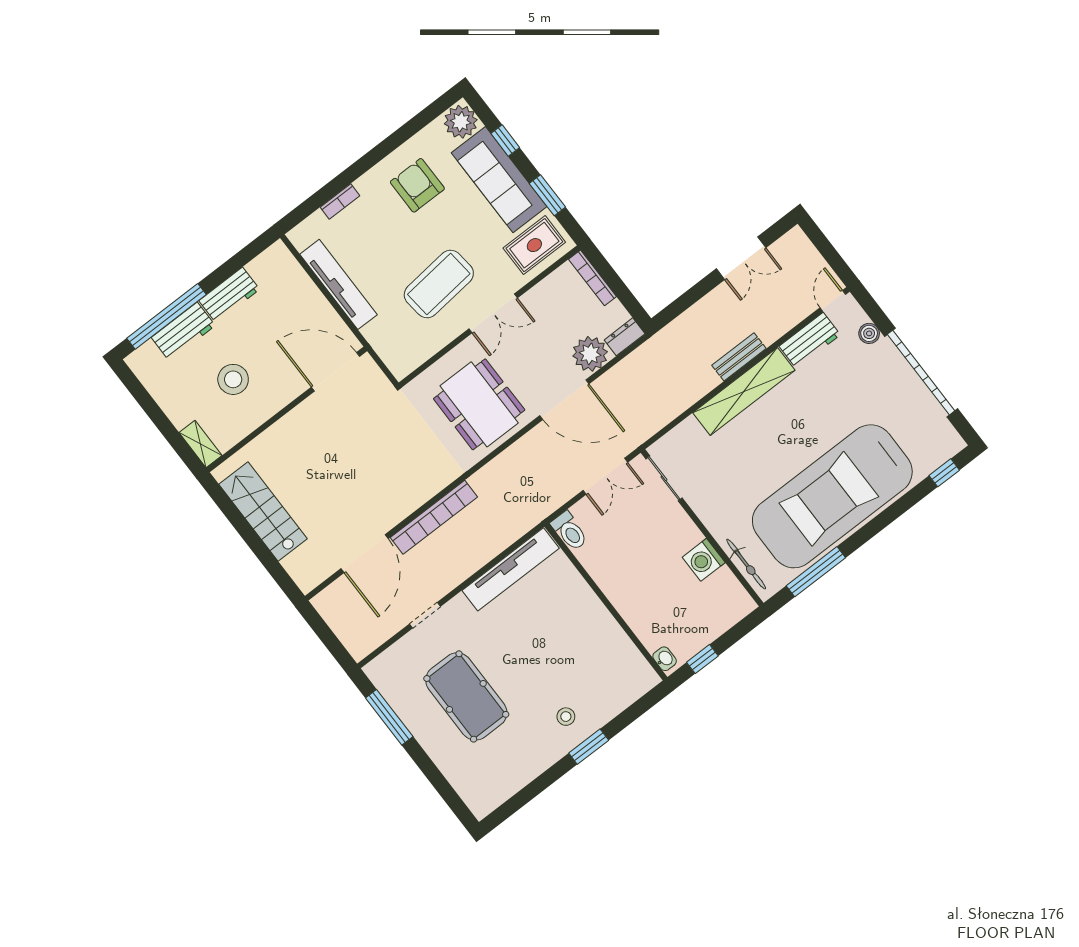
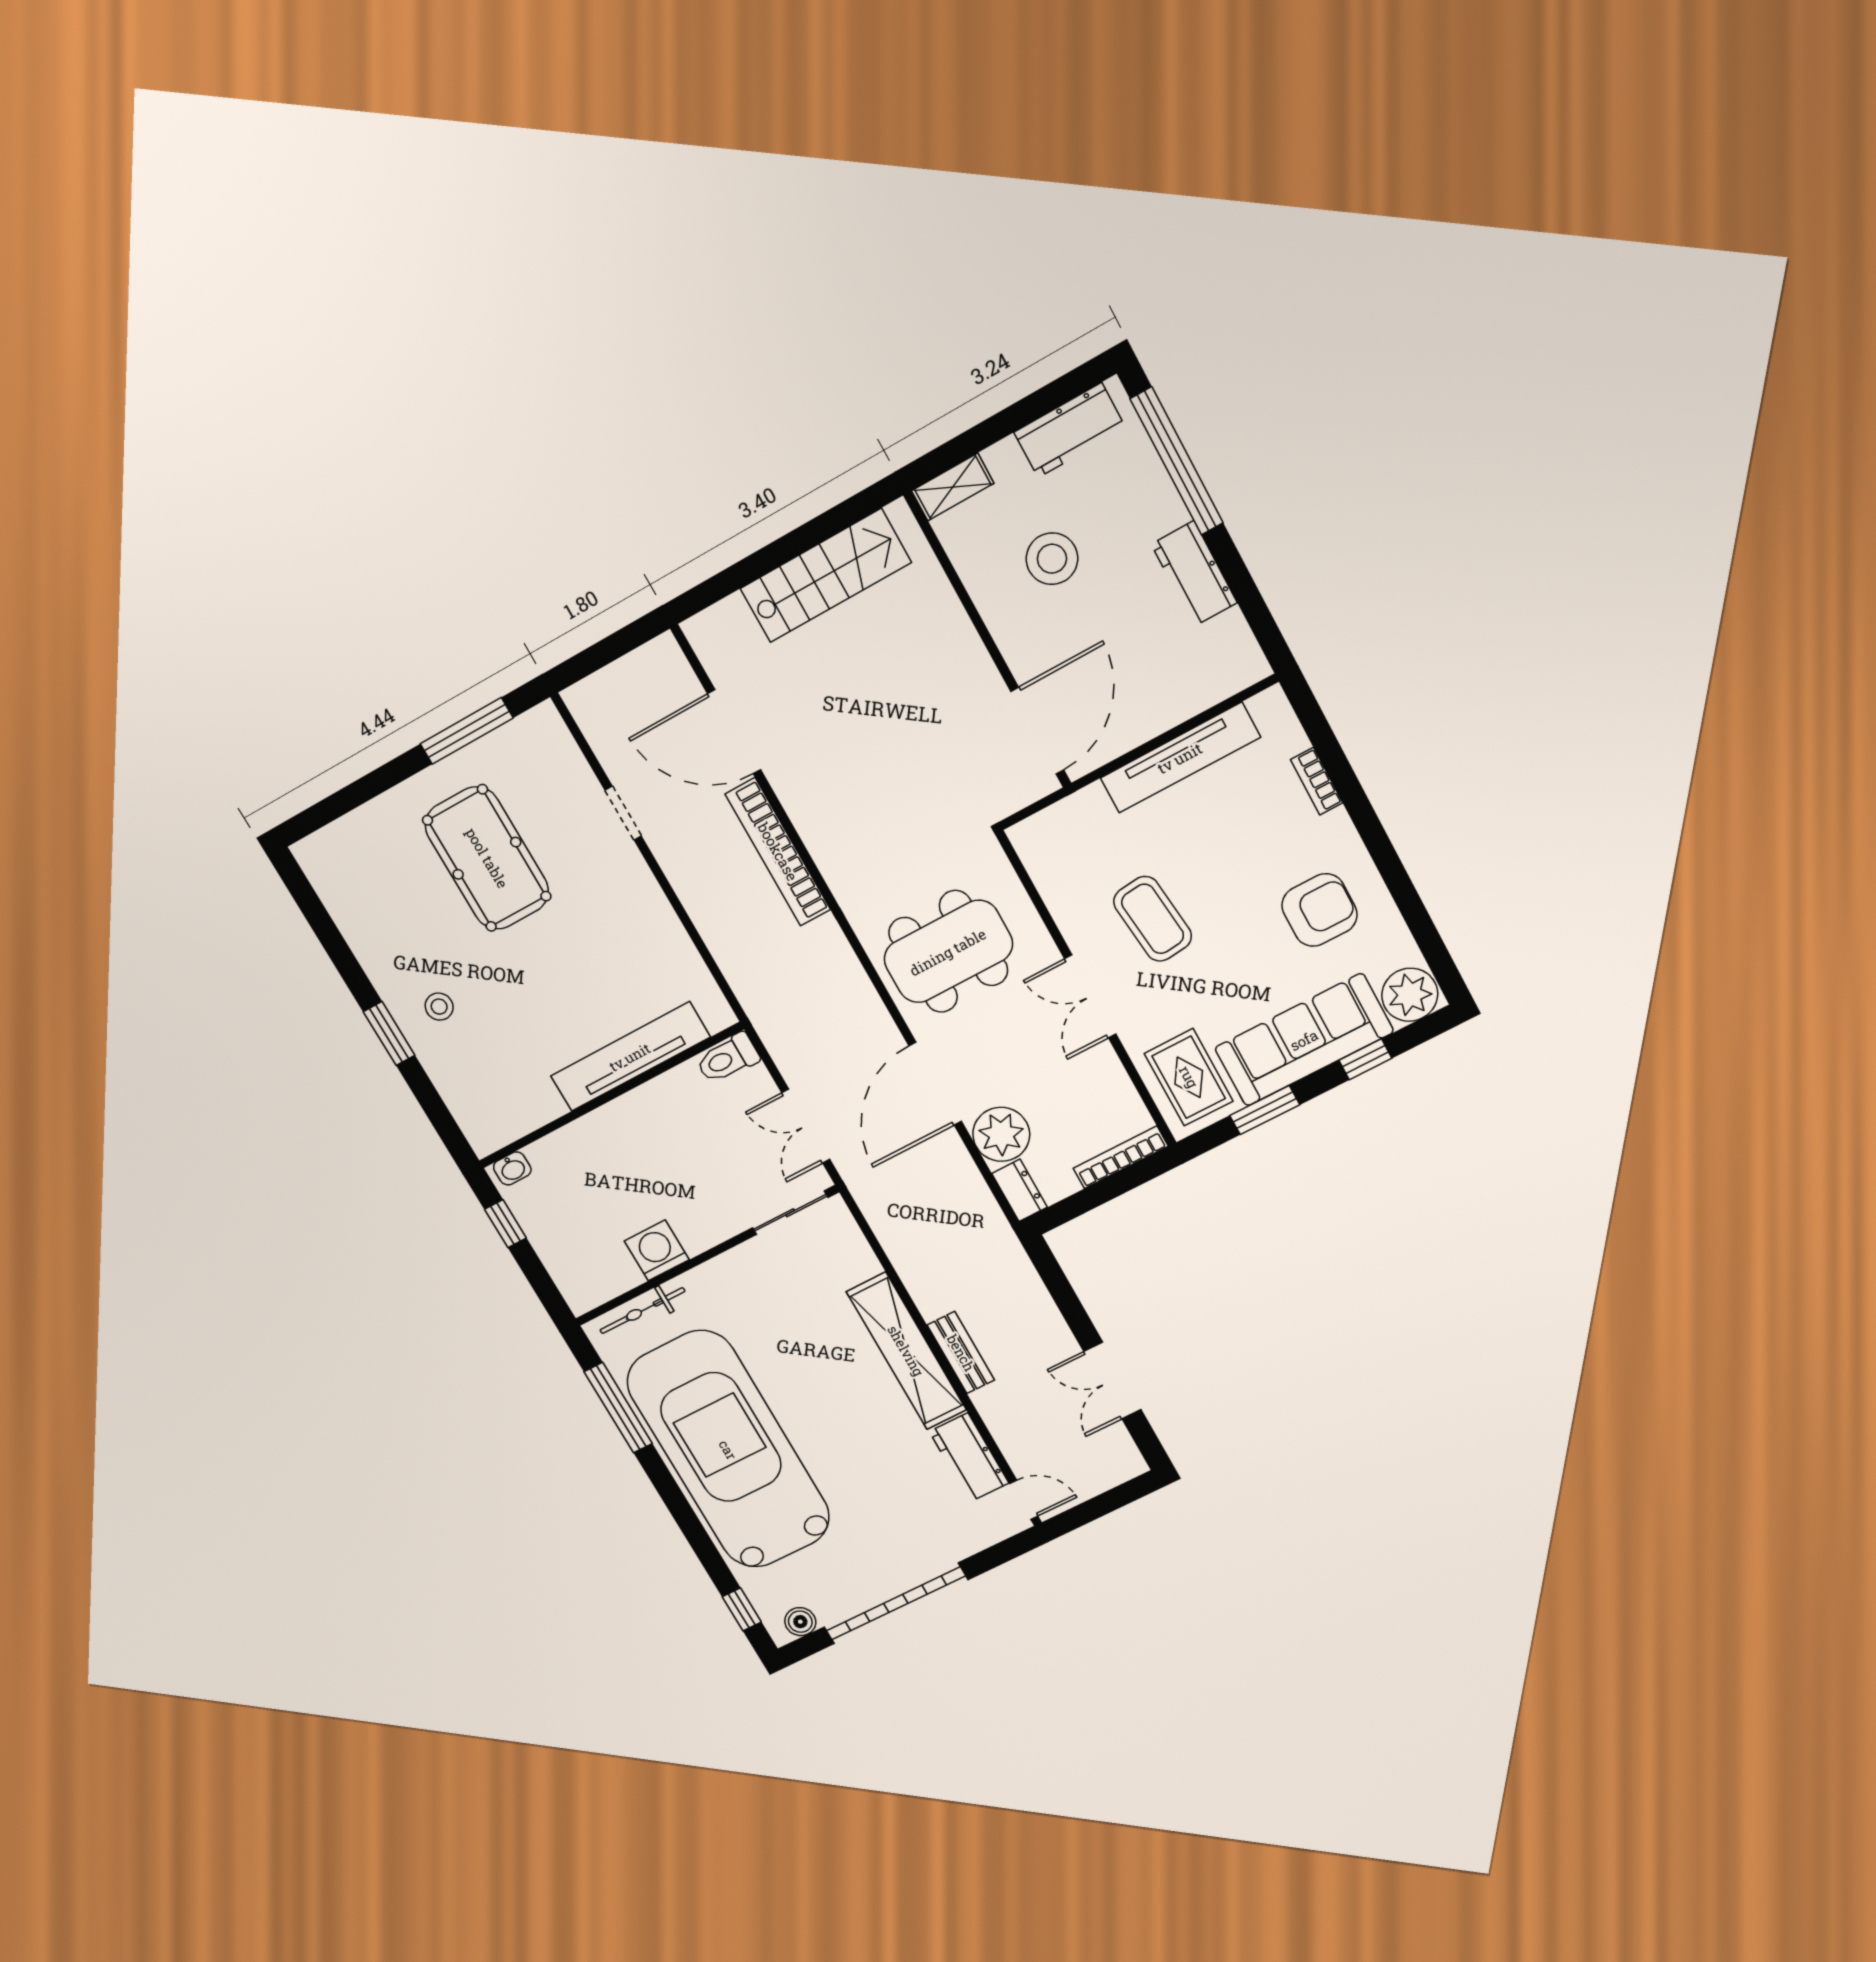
coffee table: (439, 284) -> (1153, 919), width x0.73, depth x0.76
workbench: (183, 331) -> (1070, 430), moved, turned -90
boiler: (869, 333) -> (800, 1622), moved
tv unit: (511, 569) -> (630, 1057), moved, turned 90
pool table: (466, 696) -> (487, 858), turned 90

